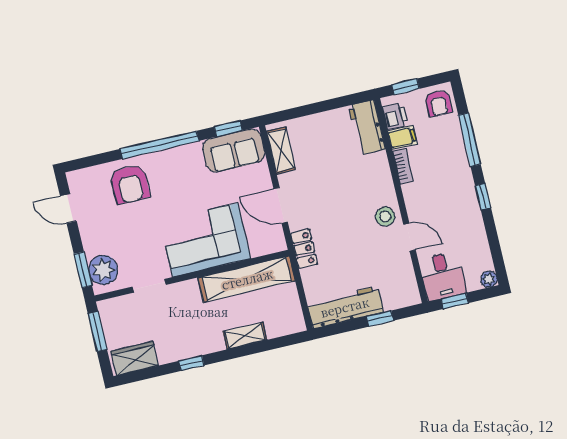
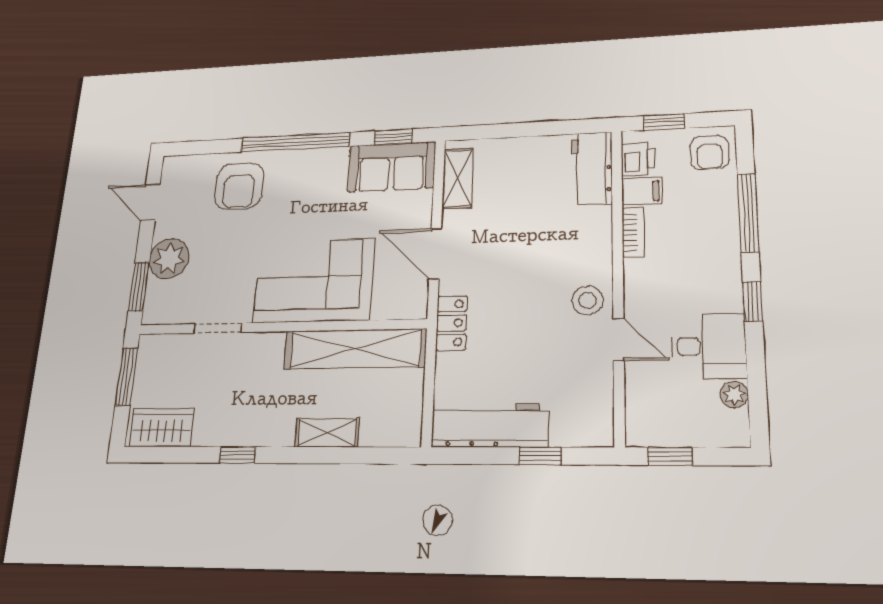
plant: (103, 270) -> (169, 259), moved
desk: (443, 276) -> (709, 346), moved, turned -90
plant: (489, 279) -> (734, 395), moved

